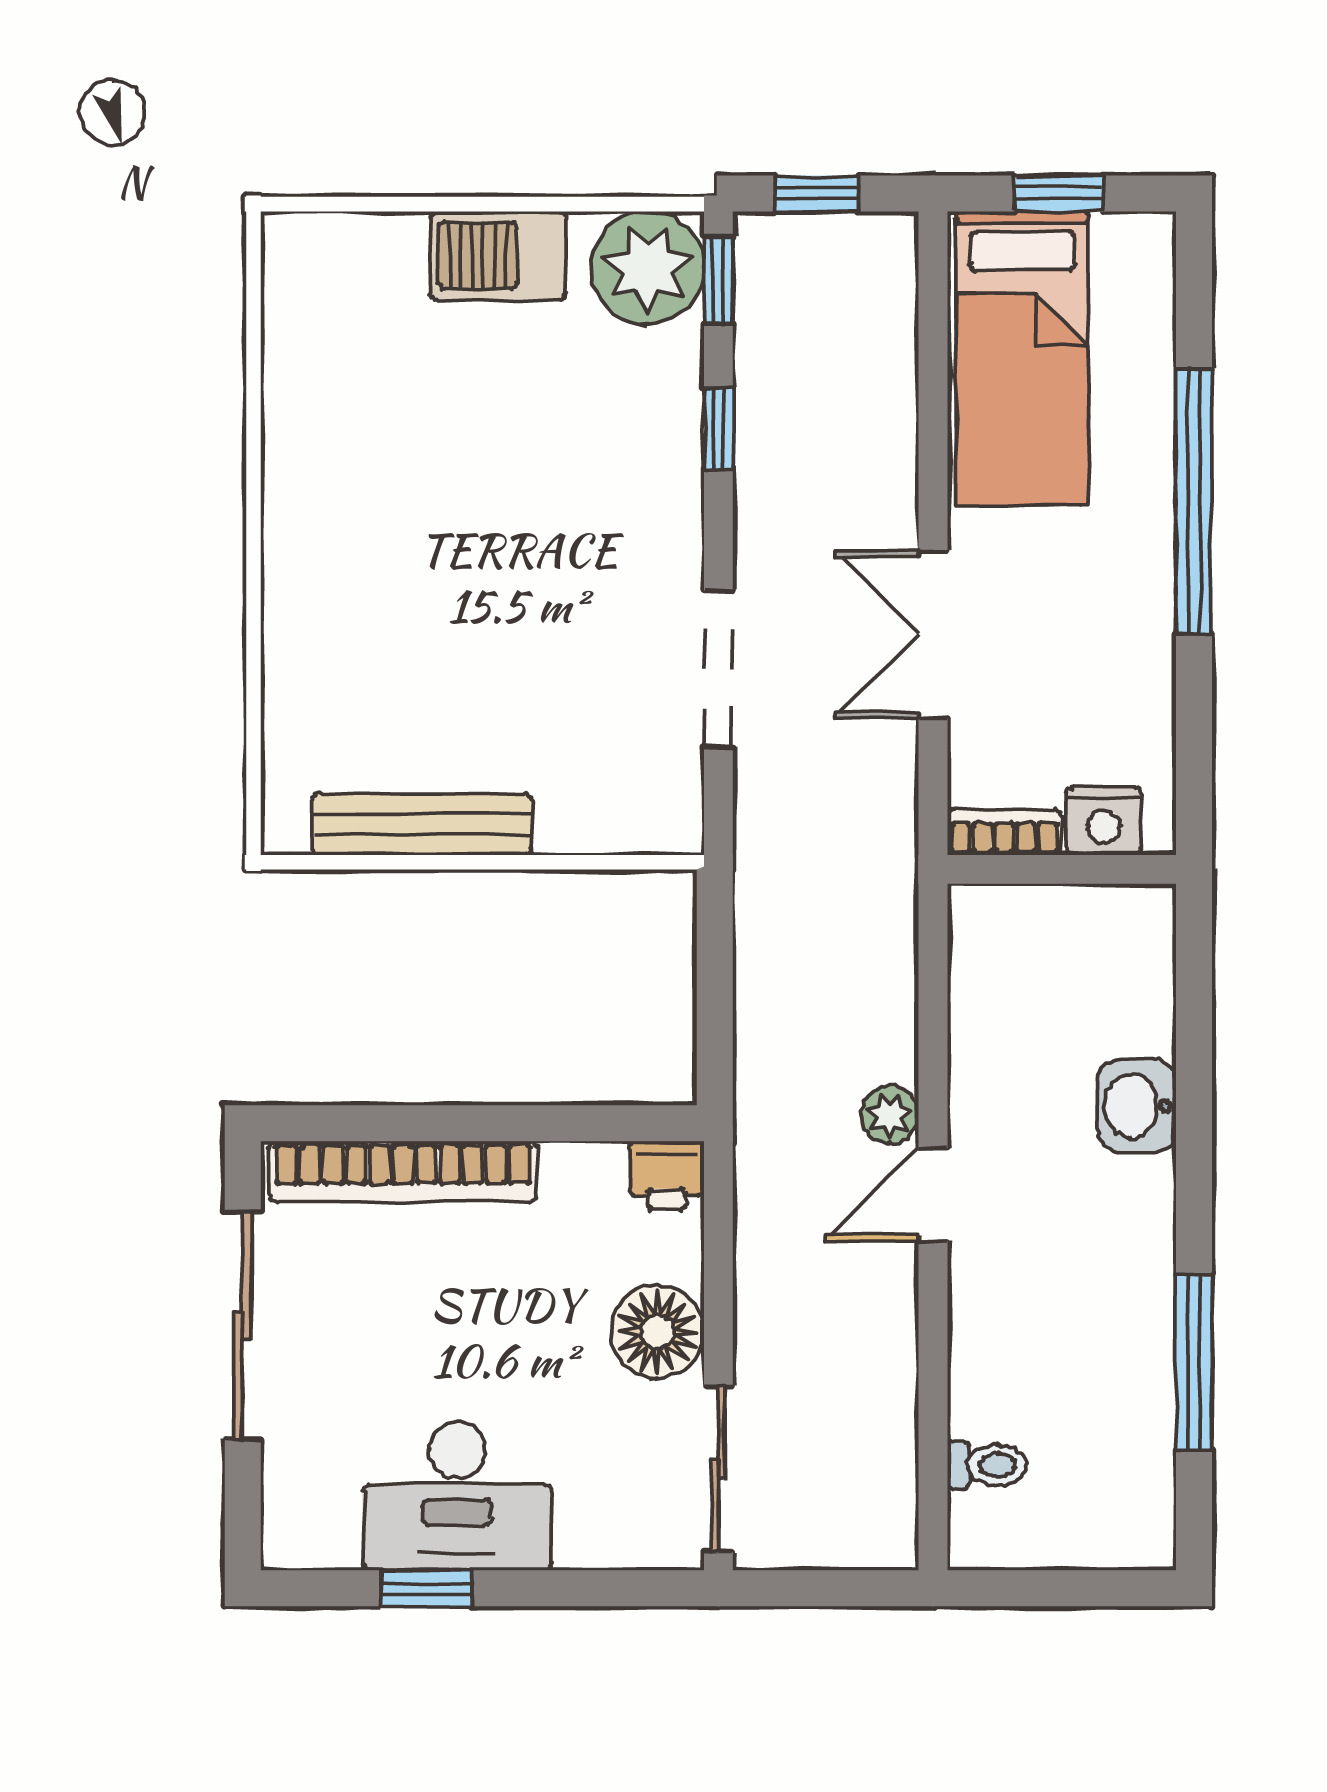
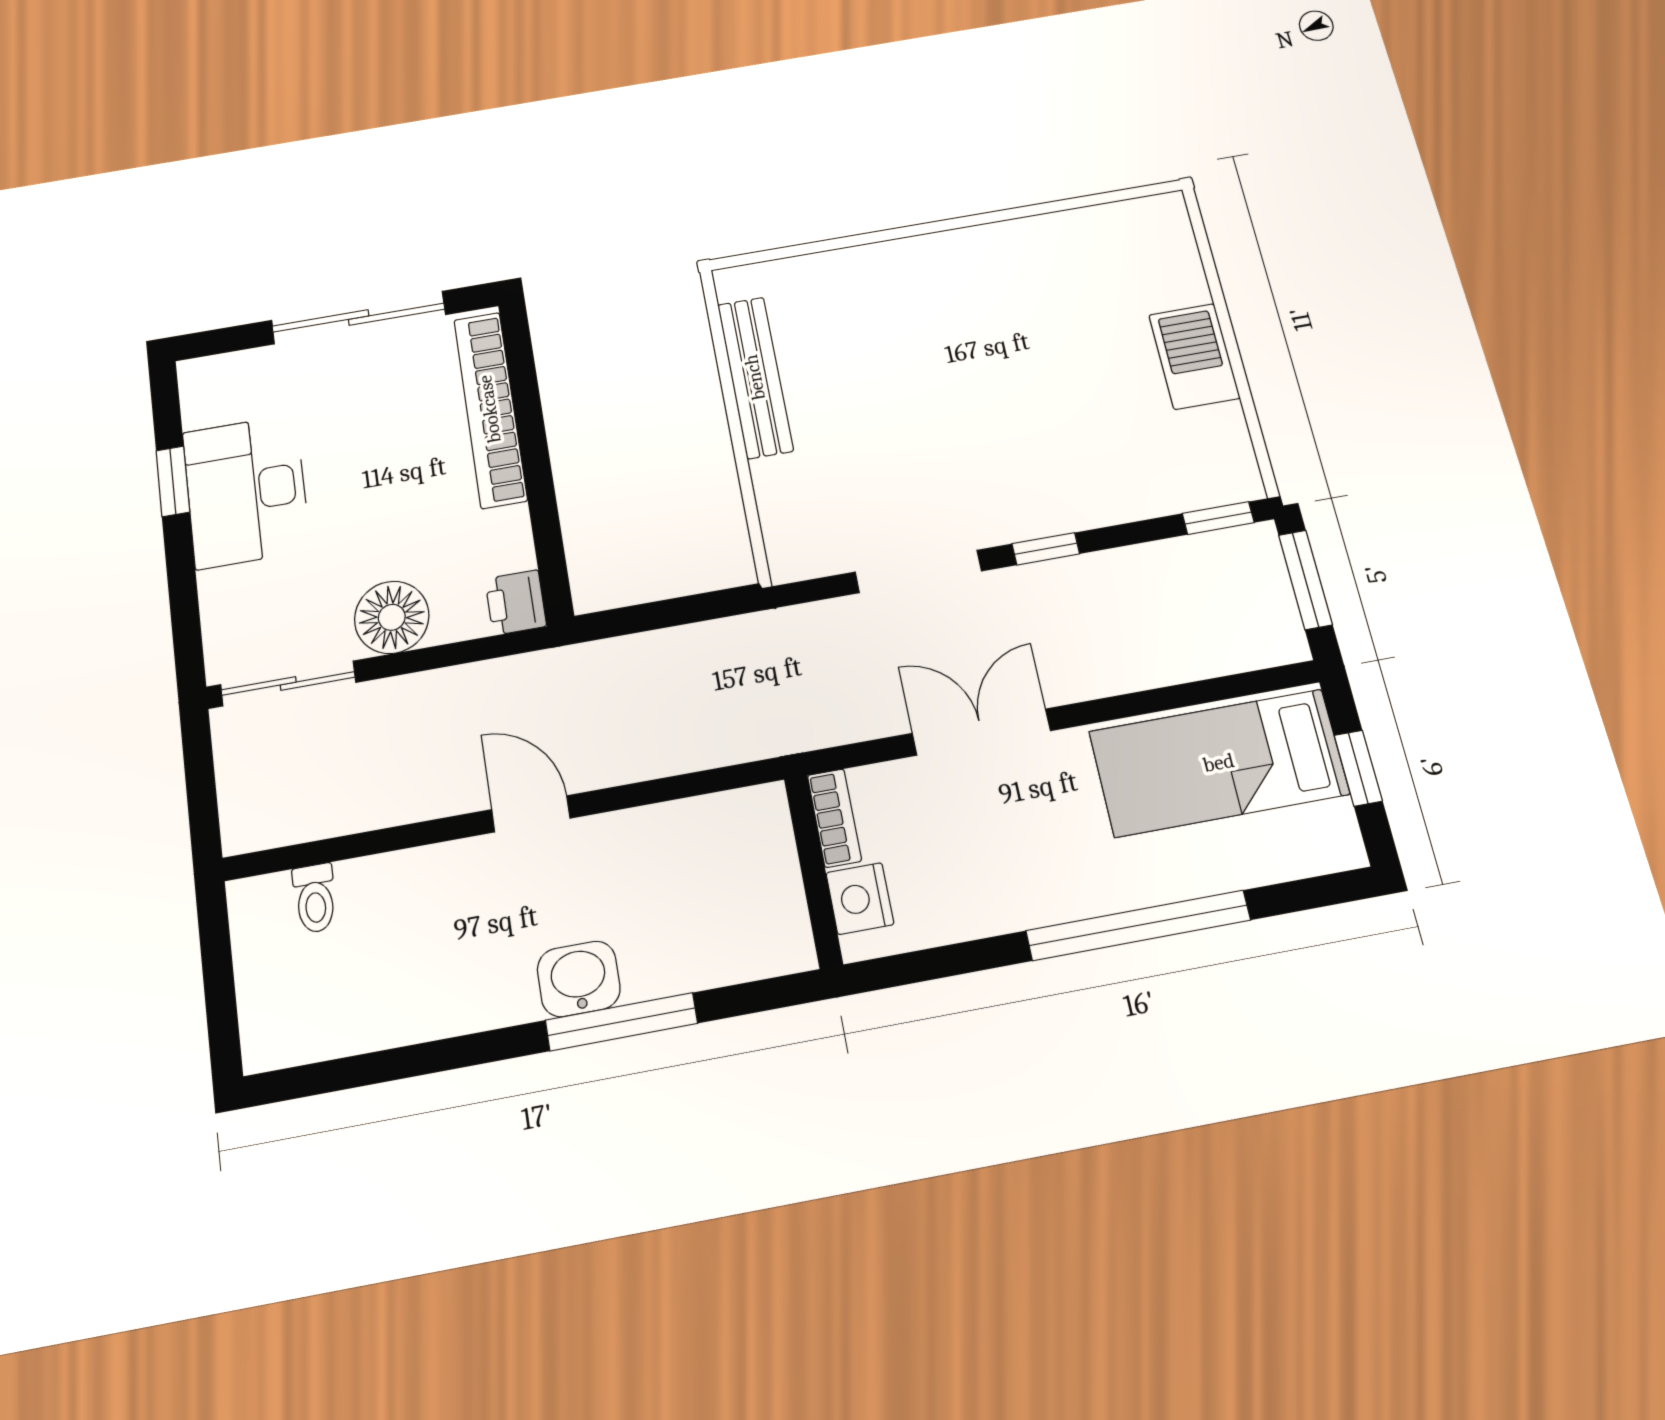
window: (817, 193) -> (1305, 580), width x1.50
plant: (648, 268) -> (1214, 465), removed
window: (718, 429) -> (1046, 549), moved
washbasin: (1137, 1106) -> (579, 979), moved
plant: (890, 1115) -> (590, 767), removed
window: (1194, 1362) -> (621, 1022), moved

